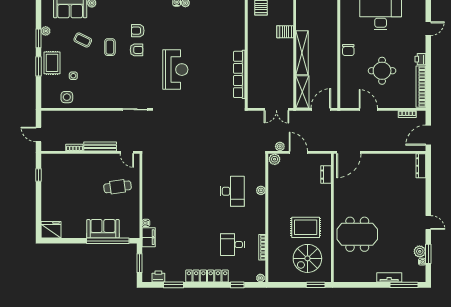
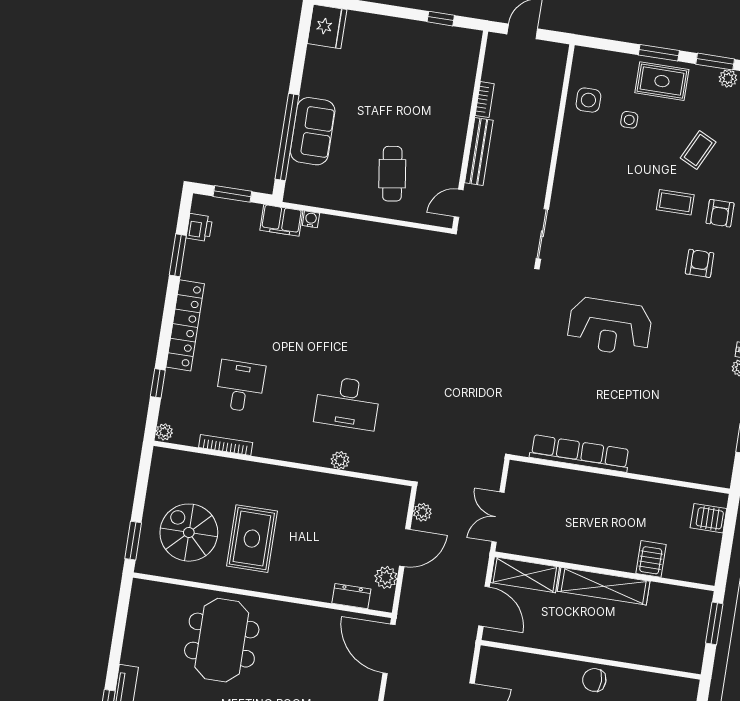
armchair: (136, 50) -> (720, 213), moved
plant: (275, 159) -> (386, 577), moved

